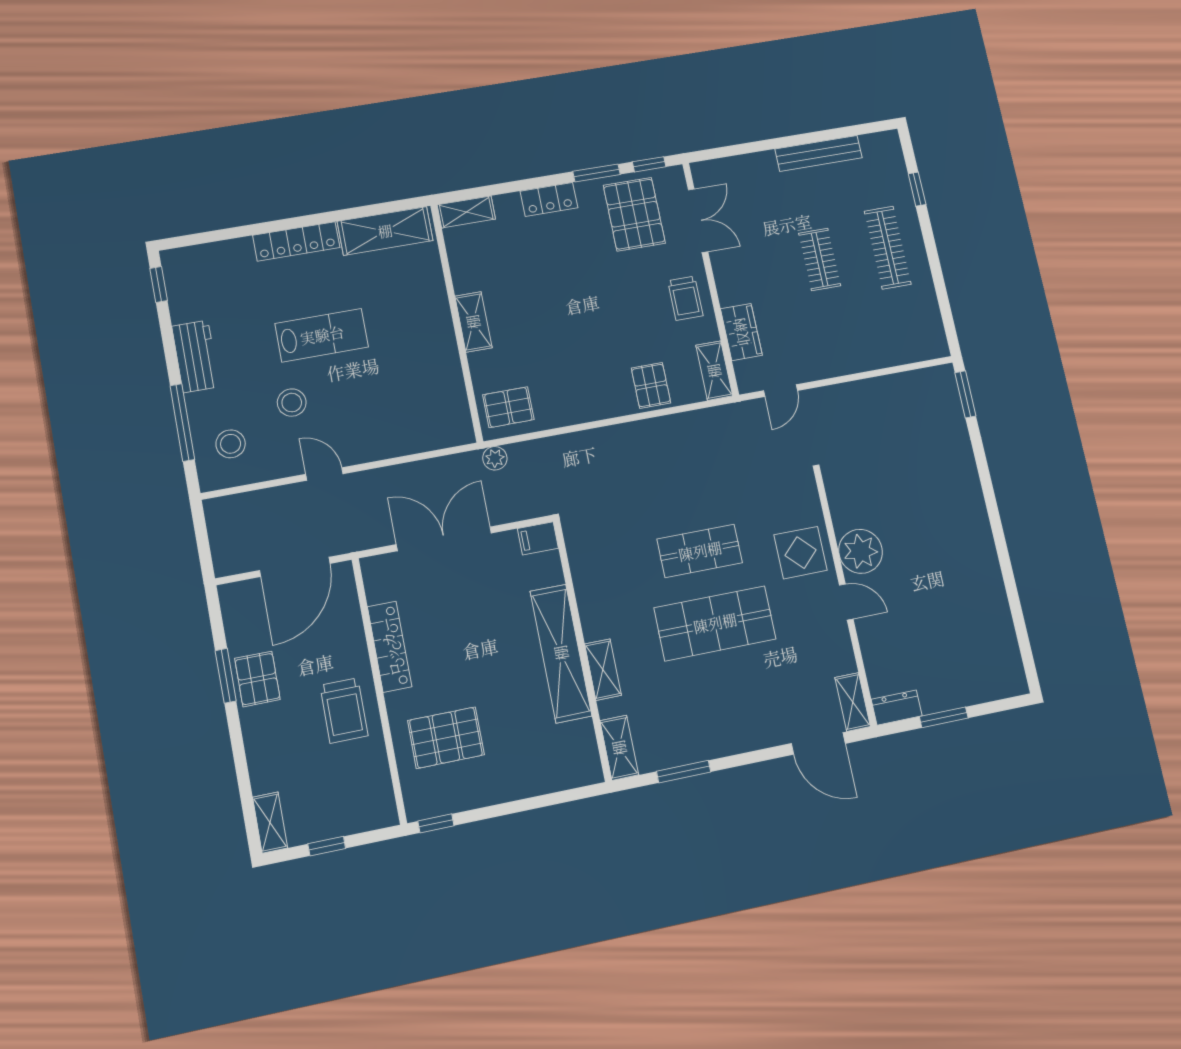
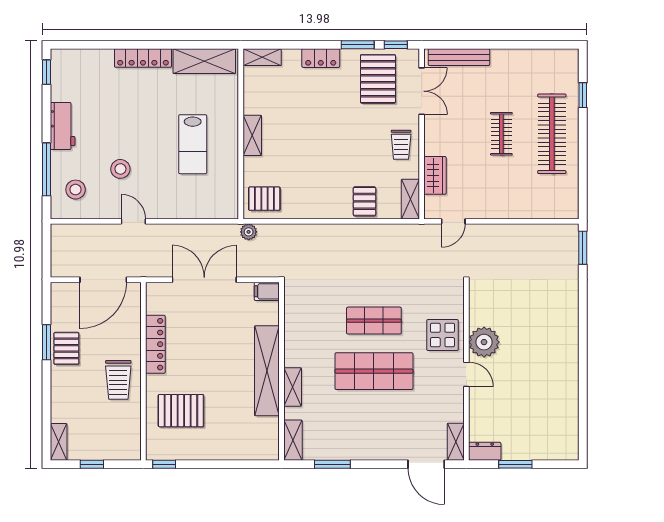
bench: (819, 153) -> (459, 57), moved
clothes rail: (888, 248) -> (552, 134), width x1.37, depth x1.31
lab bench: (322, 335) -> (193, 144), moved, turned 90

